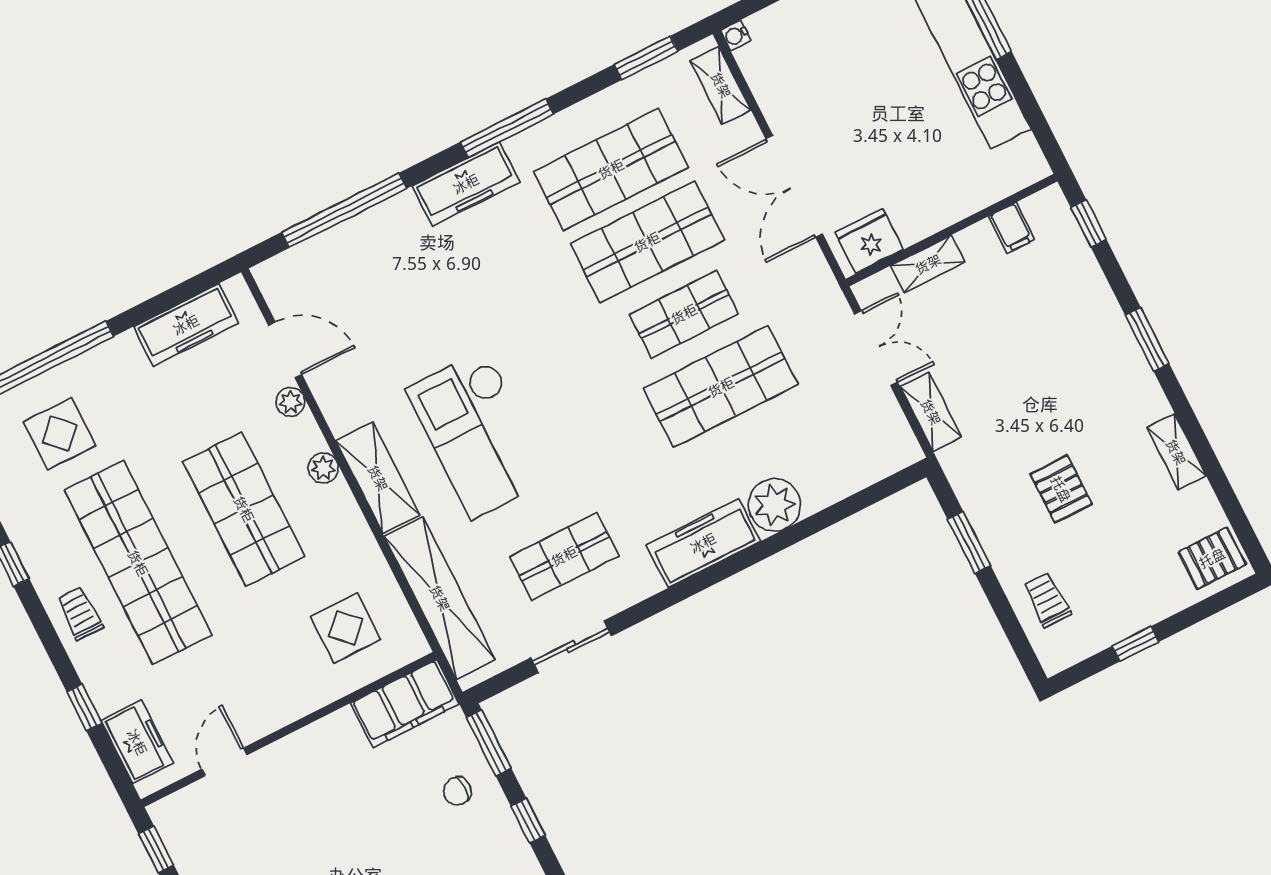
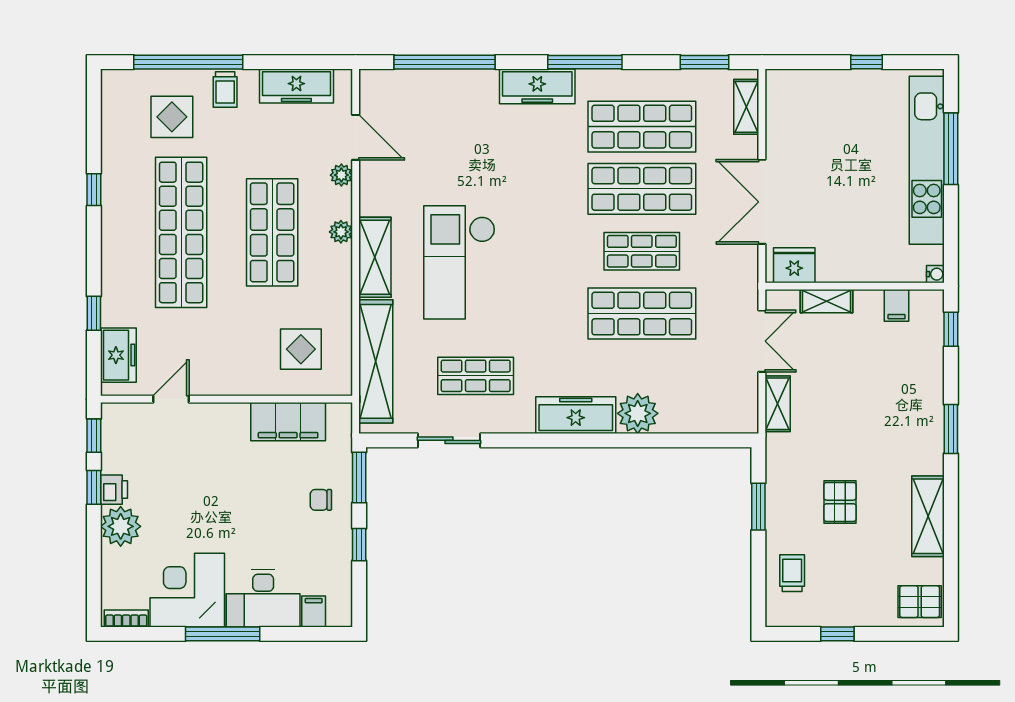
water cooler: (736, 35) -> (935, 274), moved, turned 180
shelving: (1176, 452) -> (928, 516), width x1.50, depth x1.33
trolley: (80, 614) -> (225, 90), moved, turned 180
filing cabinet: (405, 704) -> (288, 422), moved

